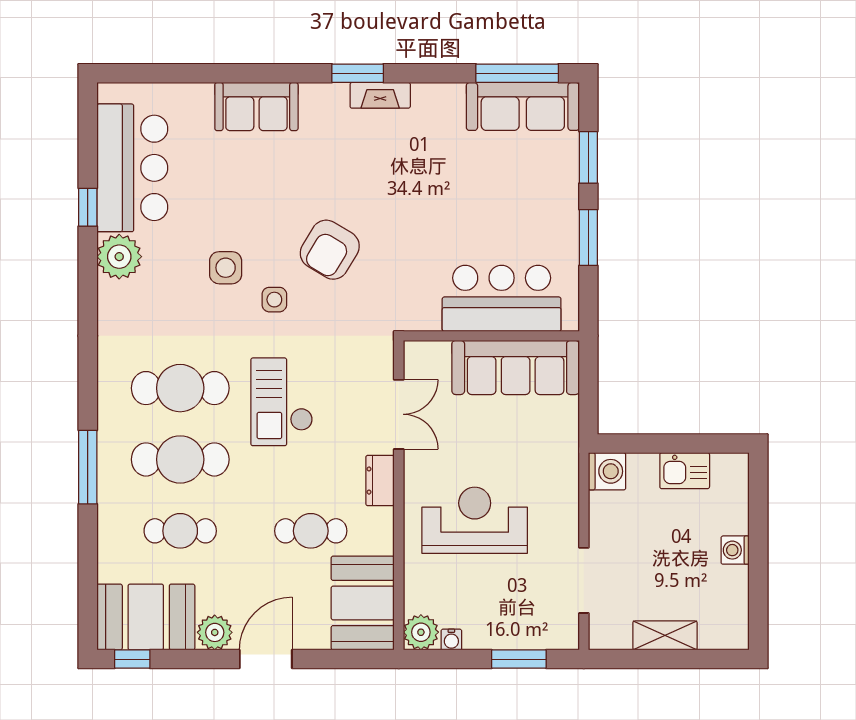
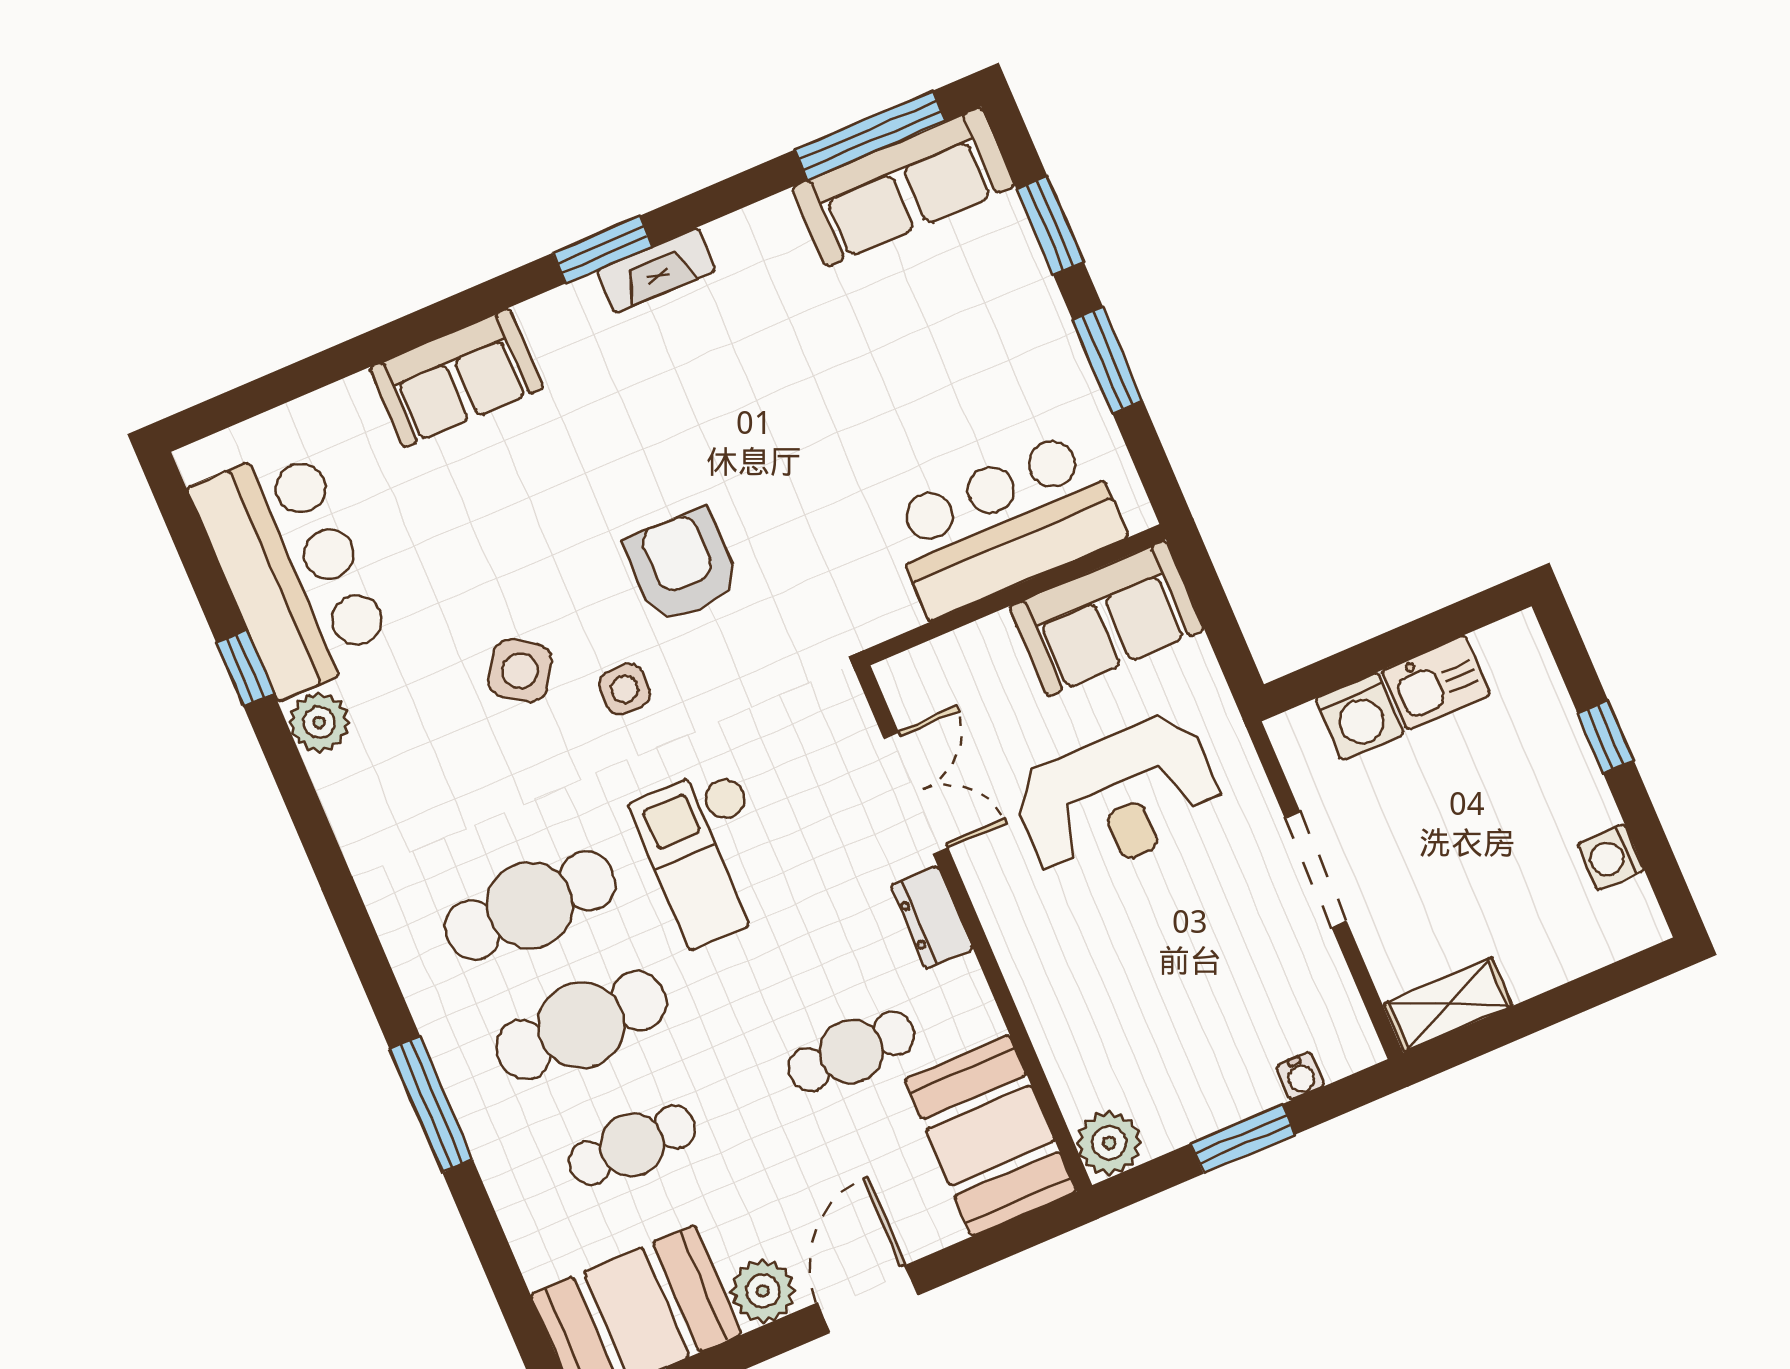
armchair: (330, 250) -> (682, 566), turned 149
plant: (119, 257) -> (319, 722), width x0.73, depth x0.73
side table: (226, 268) -> (520, 671), turned 34
sofa: (516, 367) -> (1107, 618), width x0.73
washing machine: (607, 471) -> (1360, 717), moved, turned 90
reception desk: (475, 520) -> (1119, 798), moved, turned 180
window: (758, 534) -> (1605, 737), added
washing machine: (735, 550) -> (1611, 857), moved
doorway: (584, 580) -> (1316, 870), moved
shelving: (665, 635) -> (1448, 1005), moved
water cooler: (451, 640) -> (1300, 1076), moved
window: (519, 659) -> (1243, 1139), moved

